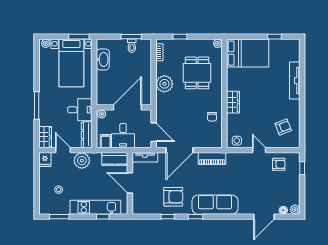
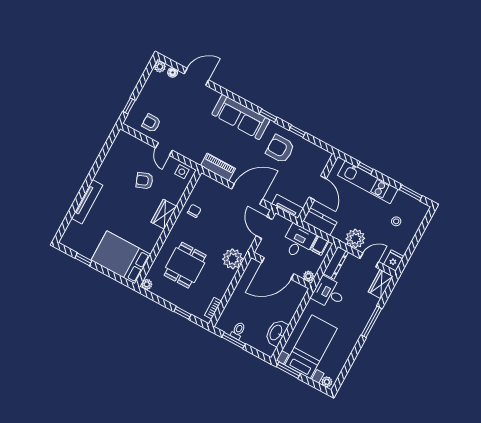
plant: (164, 84) -> (233, 259), moved
armchair: (283, 127) -> (144, 181), moved
door: (63, 150) -> (369, 260), swing flipped

